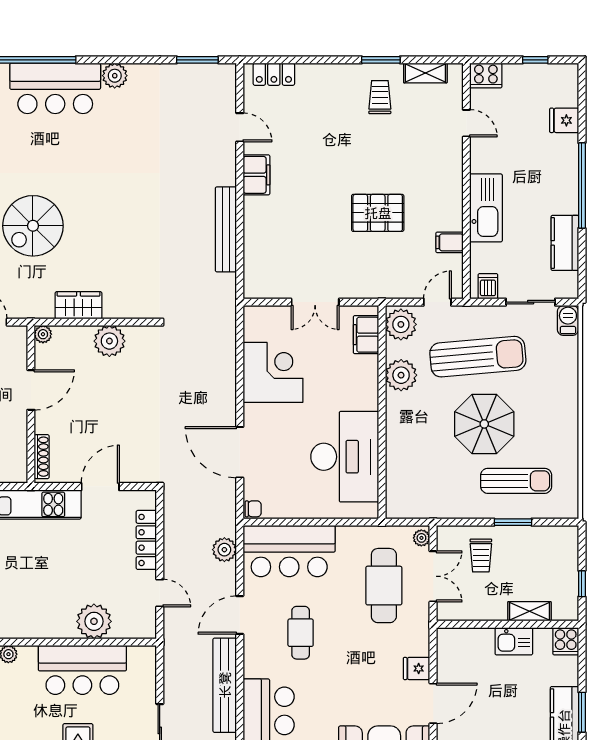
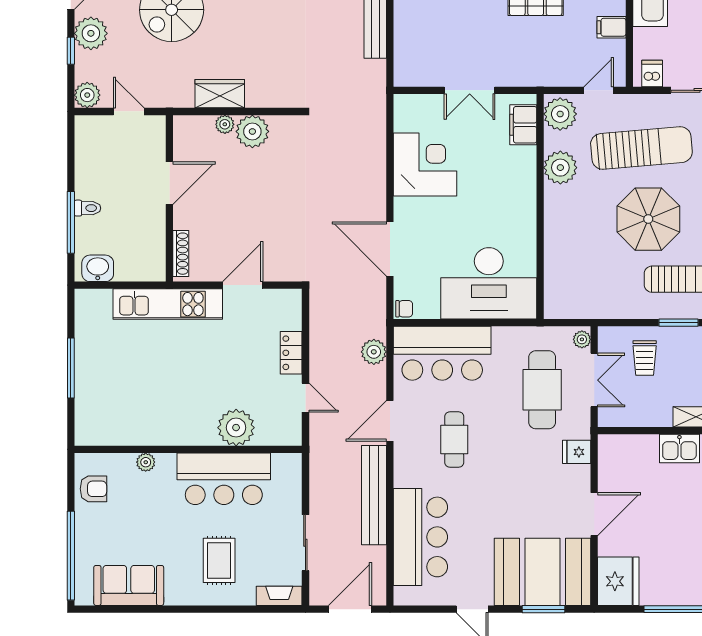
plant: (43, 334) -> (225, 124), moved
desk: (345, 457) -> (489, 283), moved, turned 90
locker: (146, 540) -> (291, 353), width x0.66
fridge: (417, 668) -> (577, 452), moved

